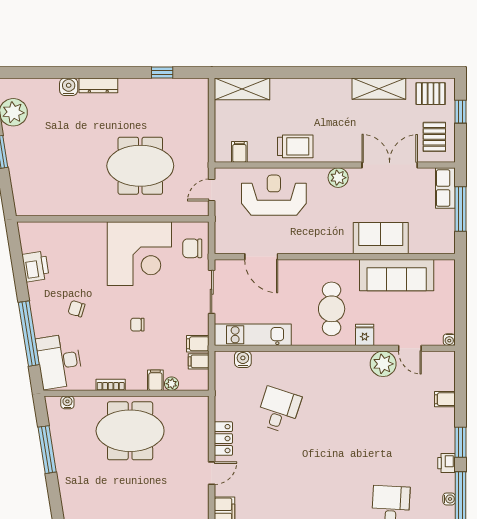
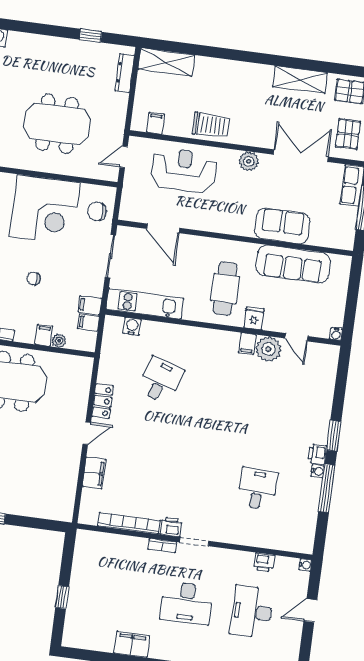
dresser: (98, 85) -> (125, 73), moved, turned 90
filing cabinet: (445, 399) -> (247, 344), moved, turned -90
water cooler: (449, 499) -> (318, 471), moved

